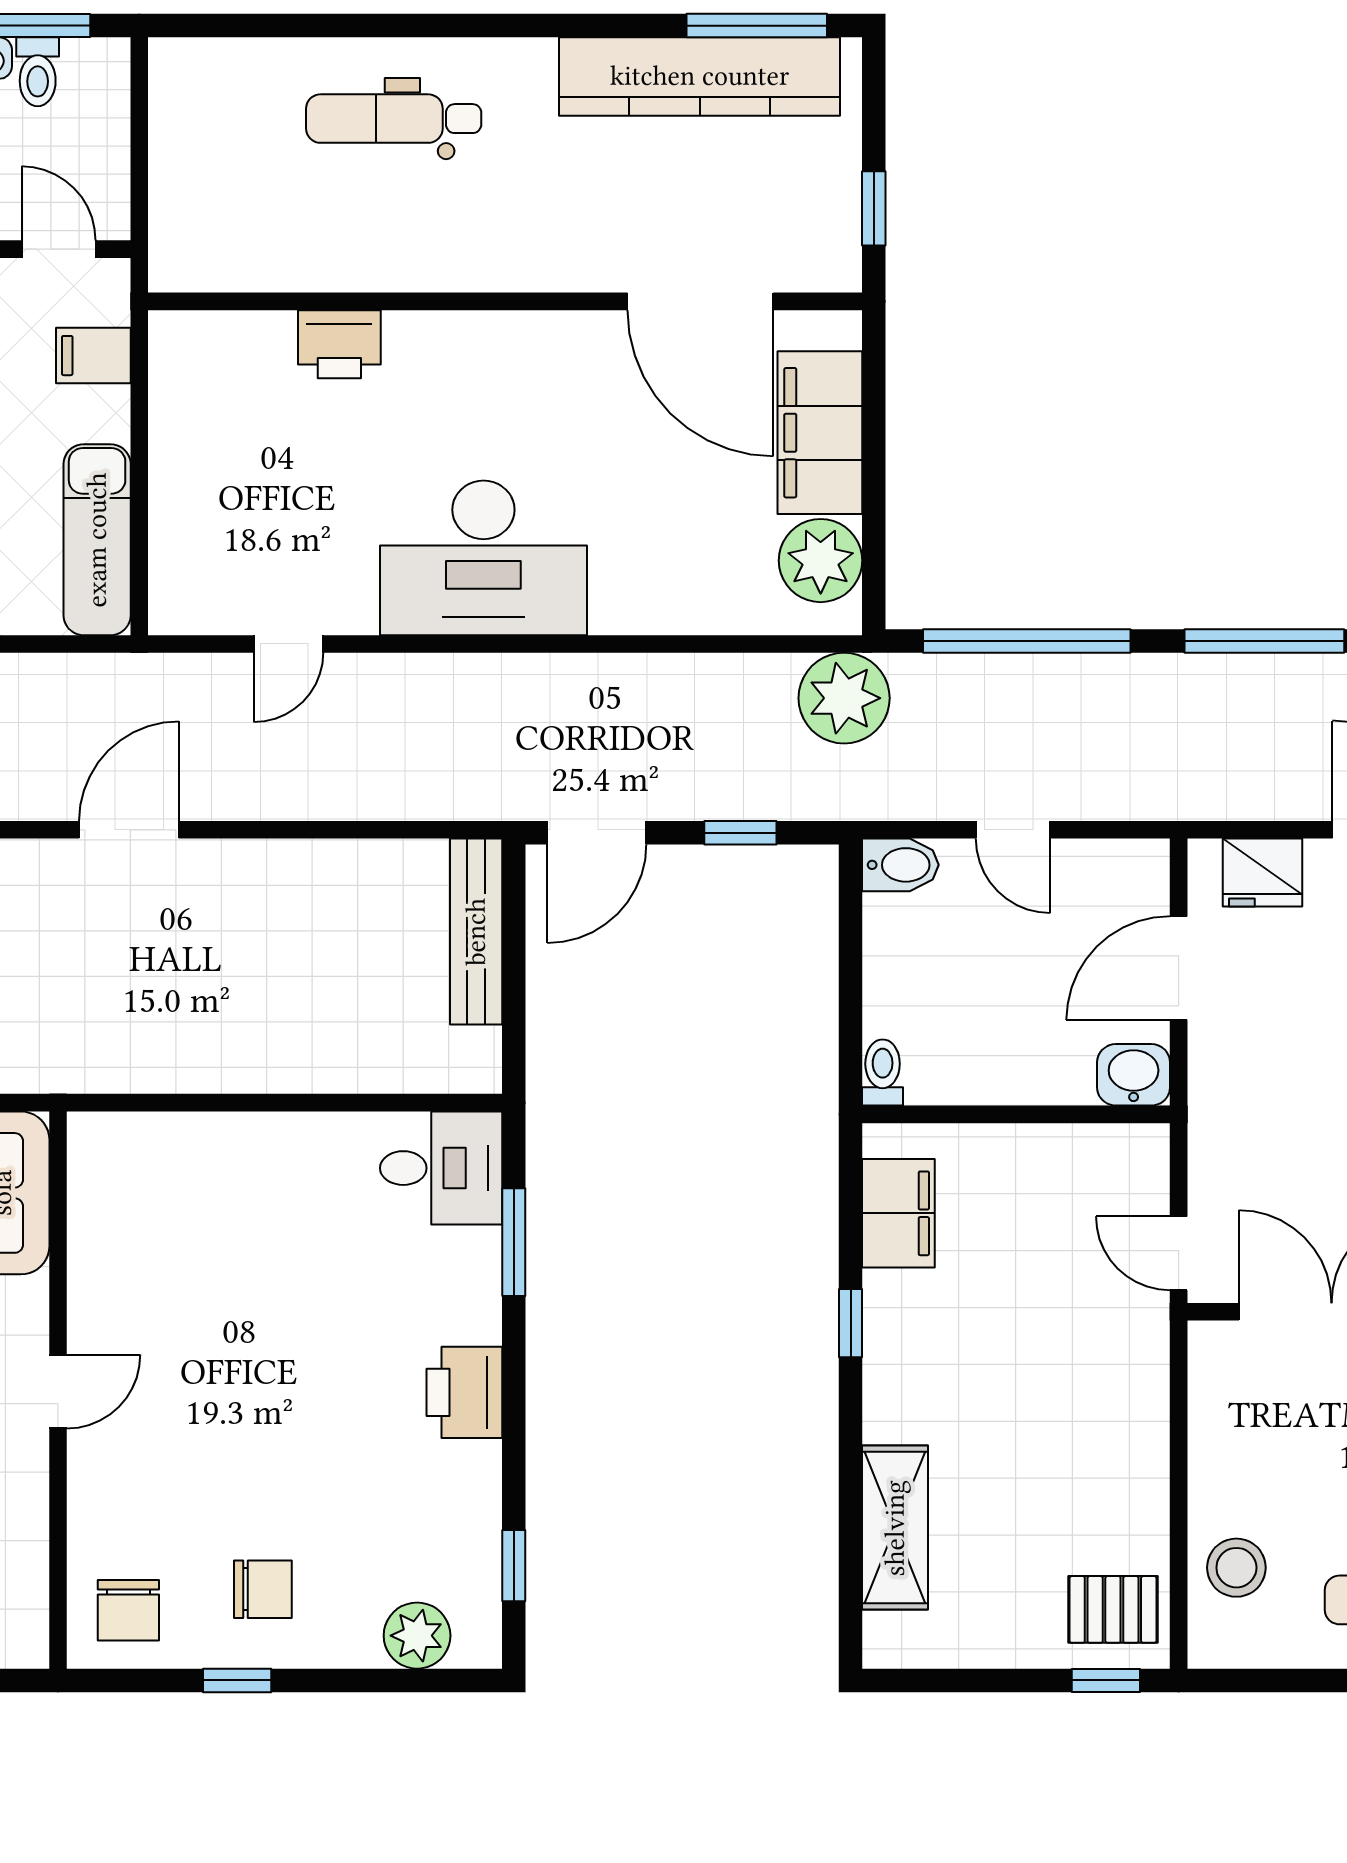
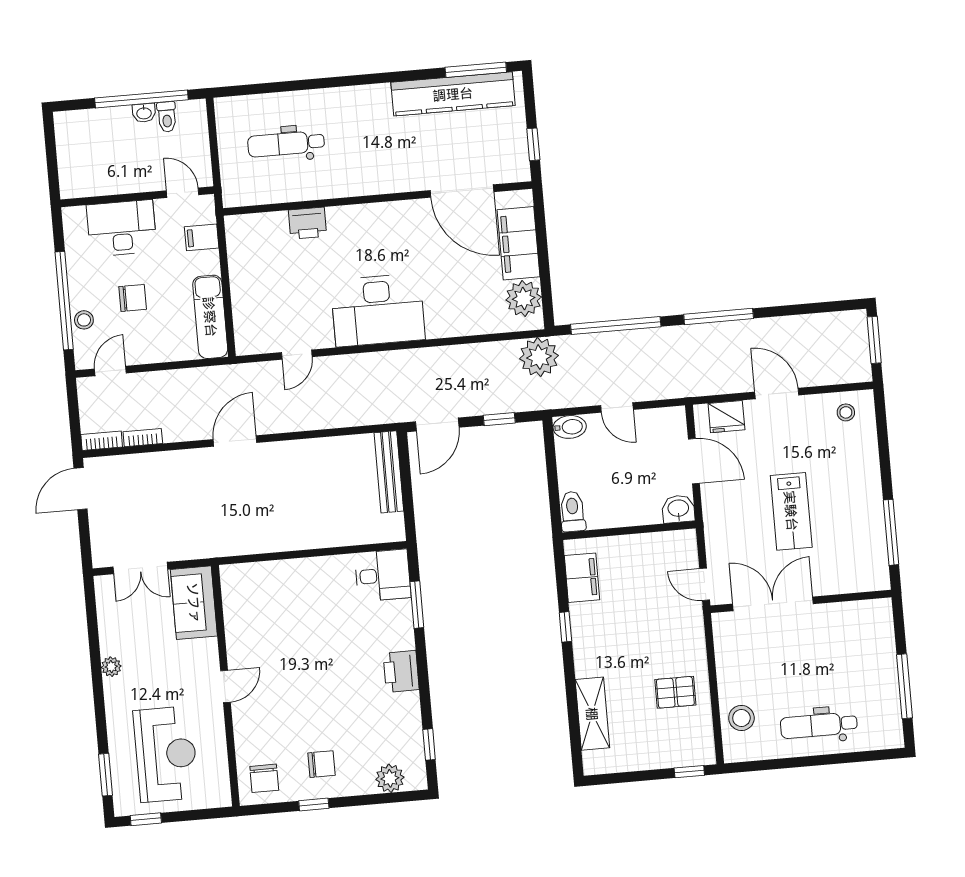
dental chair: (394, 119) -> (286, 144), moved
door: (1179, 968) -> (694, 461), swing flipped
toilet: (883, 1072) -> (573, 512), width x1.37, depth x1.39
pallet: (1113, 1609) -> (675, 692), moved

